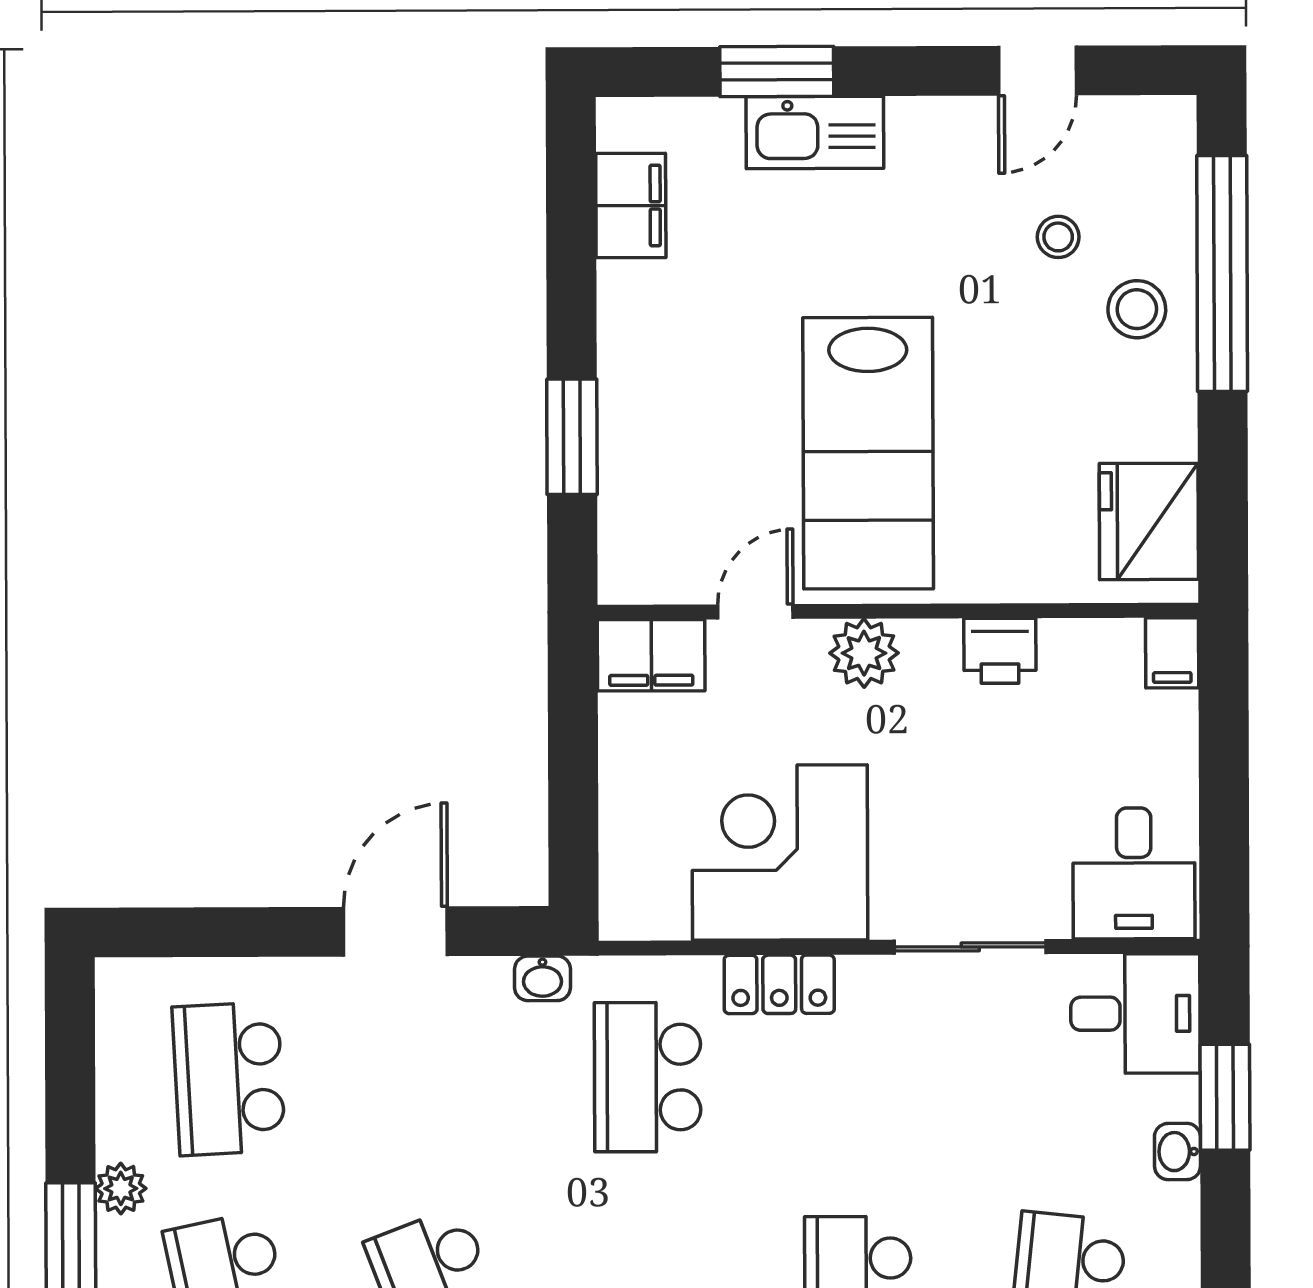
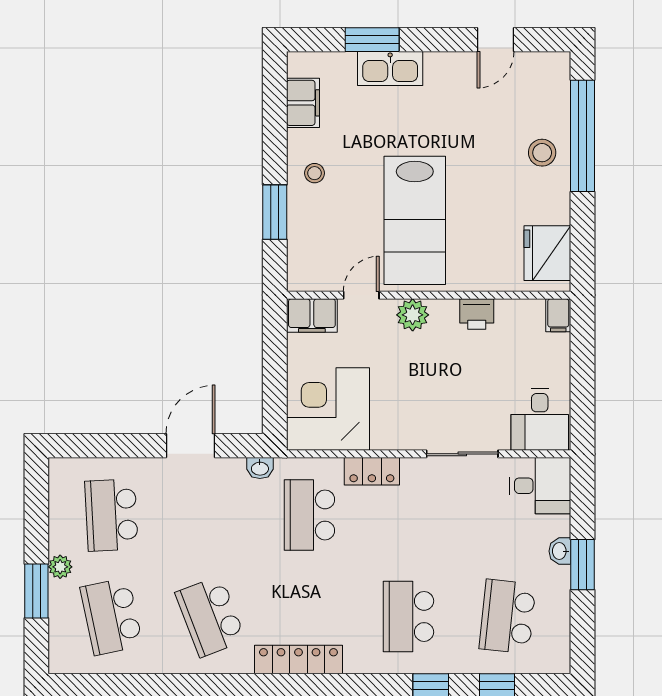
stool: (1058, 237) -> (315, 173), moved
corner desk: (780, 852) -> (328, 409), moved
window: (1225, 1097) -> (582, 565), moved

